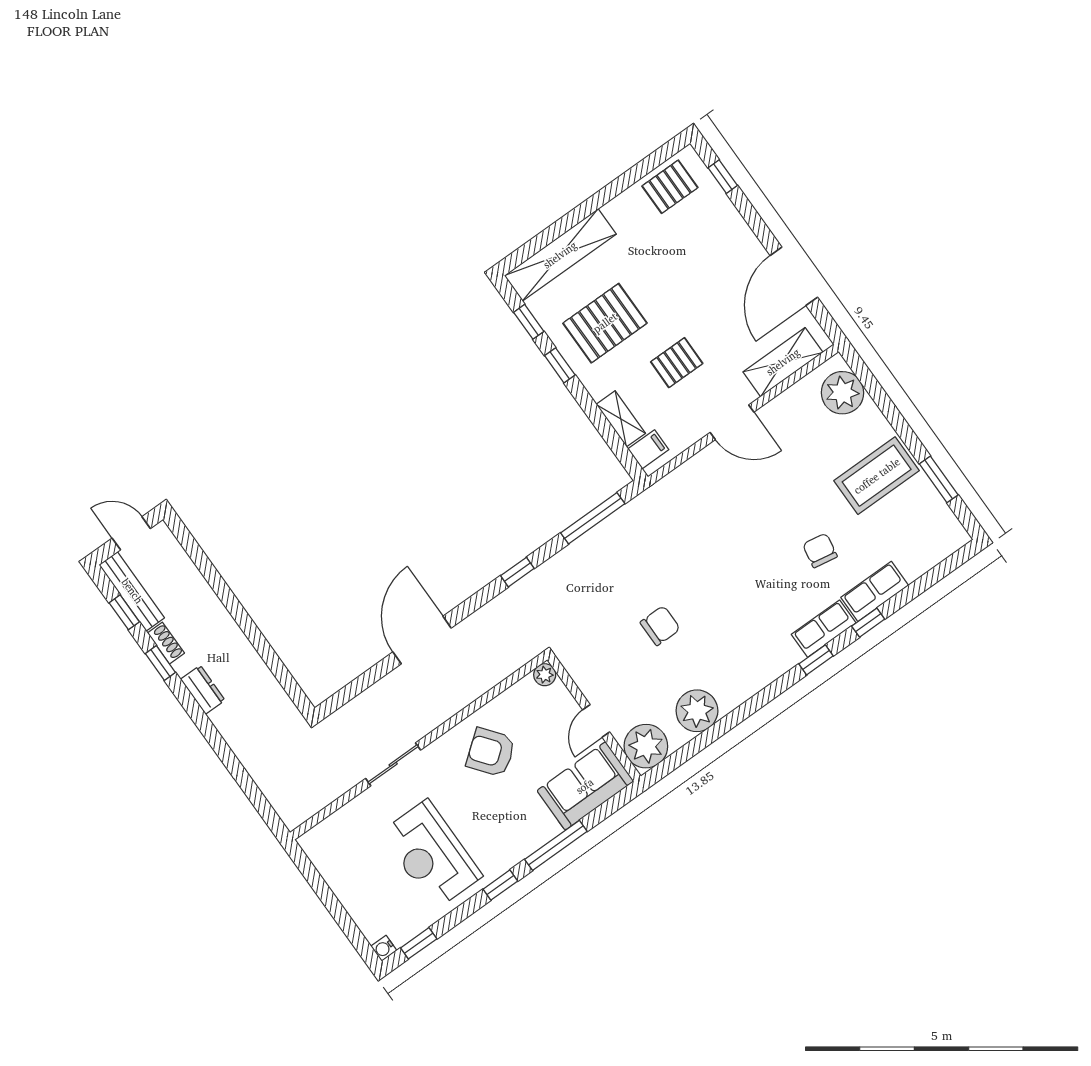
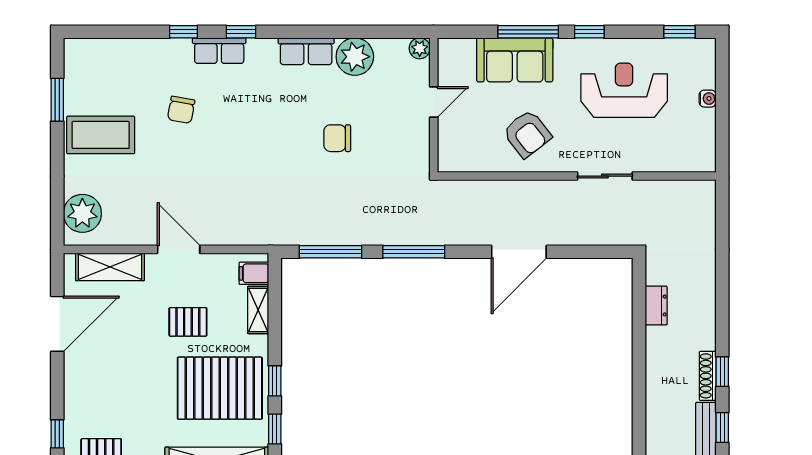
pallet: (605, 323) -> (220, 388), width x1.37, depth x1.41
window: (517, 572) -> (414, 252), width x2.17
row of seats: (875, 591) -> (306, 51), moved
shoe rack: (166, 643) -> (708, 376), width x1.43
plant: (545, 675) -> (447, 162), removed
dresser: (203, 690) -> (656, 306), moved, turned 180
plant: (646, 746) -> (420, 48), width x0.53, depth x0.53
sofa: (585, 786) -> (515, 60), moved
reception desk: (431, 854) -> (624, 90), turned -90
water cooler: (384, 948) -> (708, 99), moved

